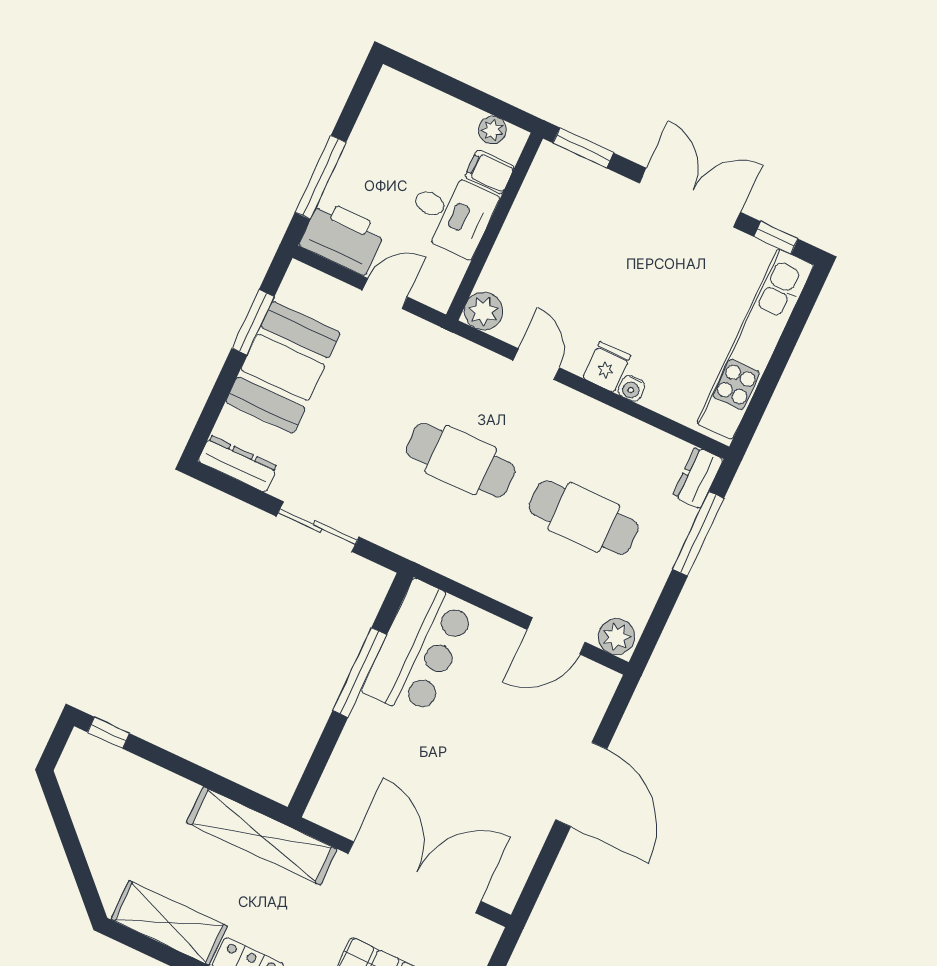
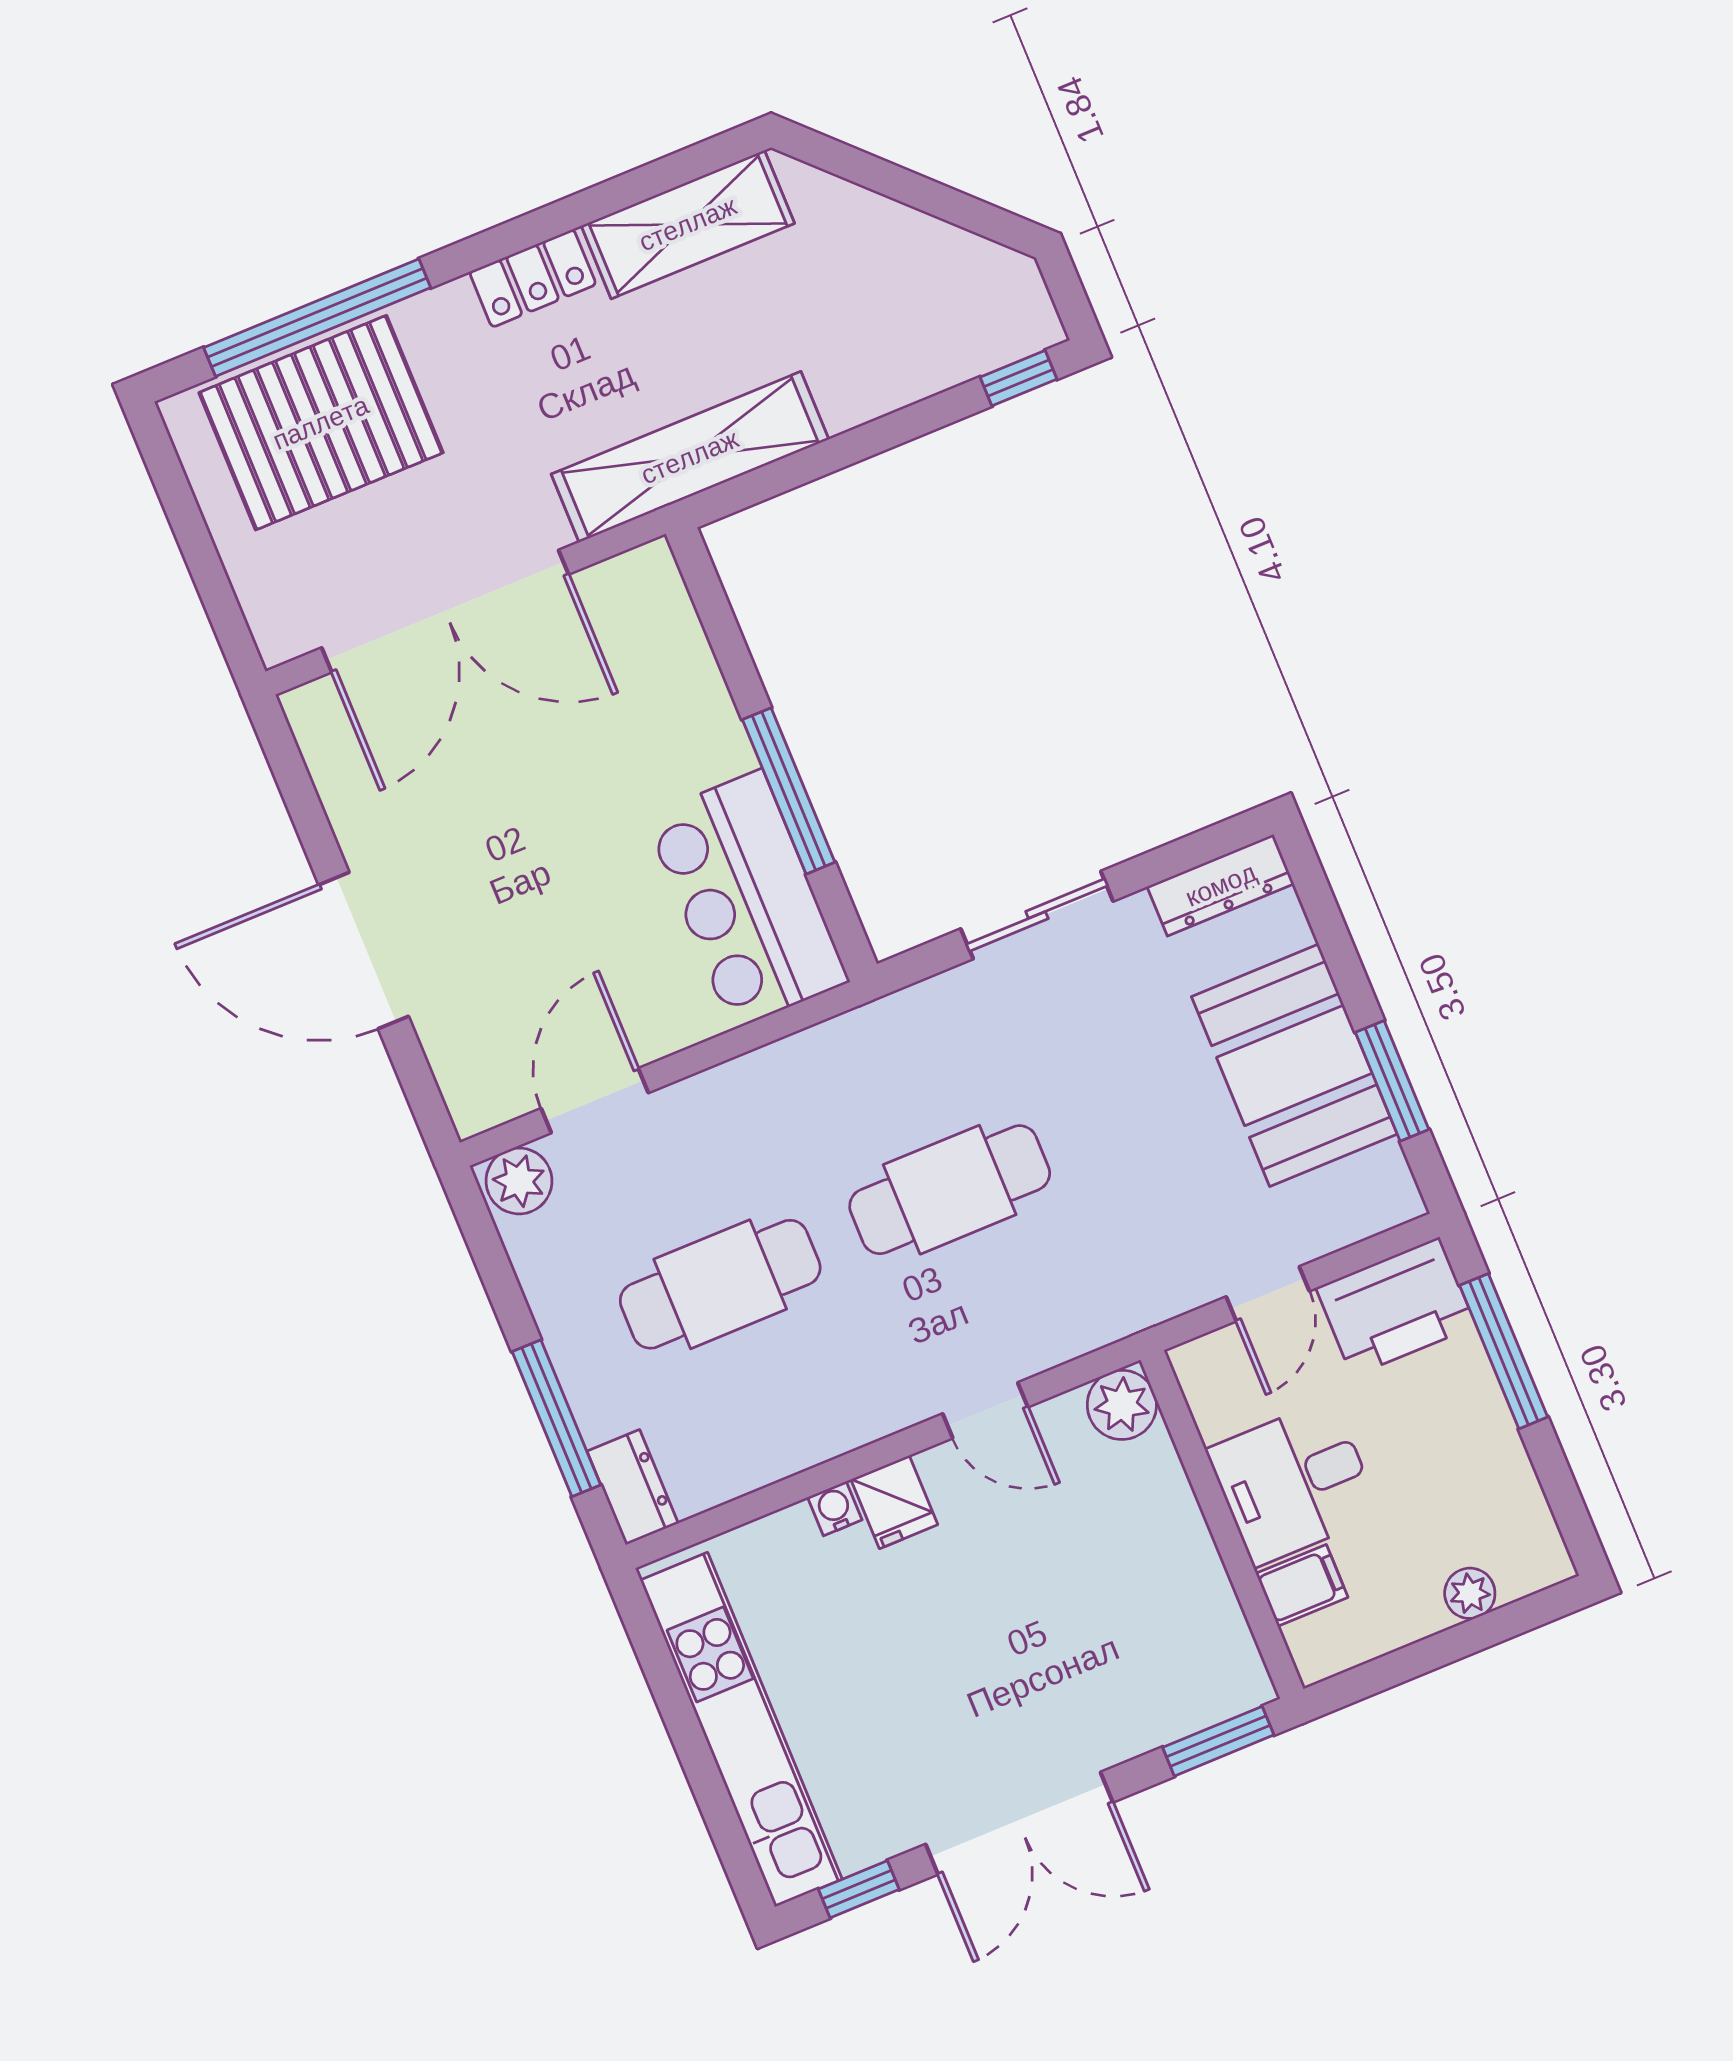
plant: (492, 130) -> (1470, 1593), moved

